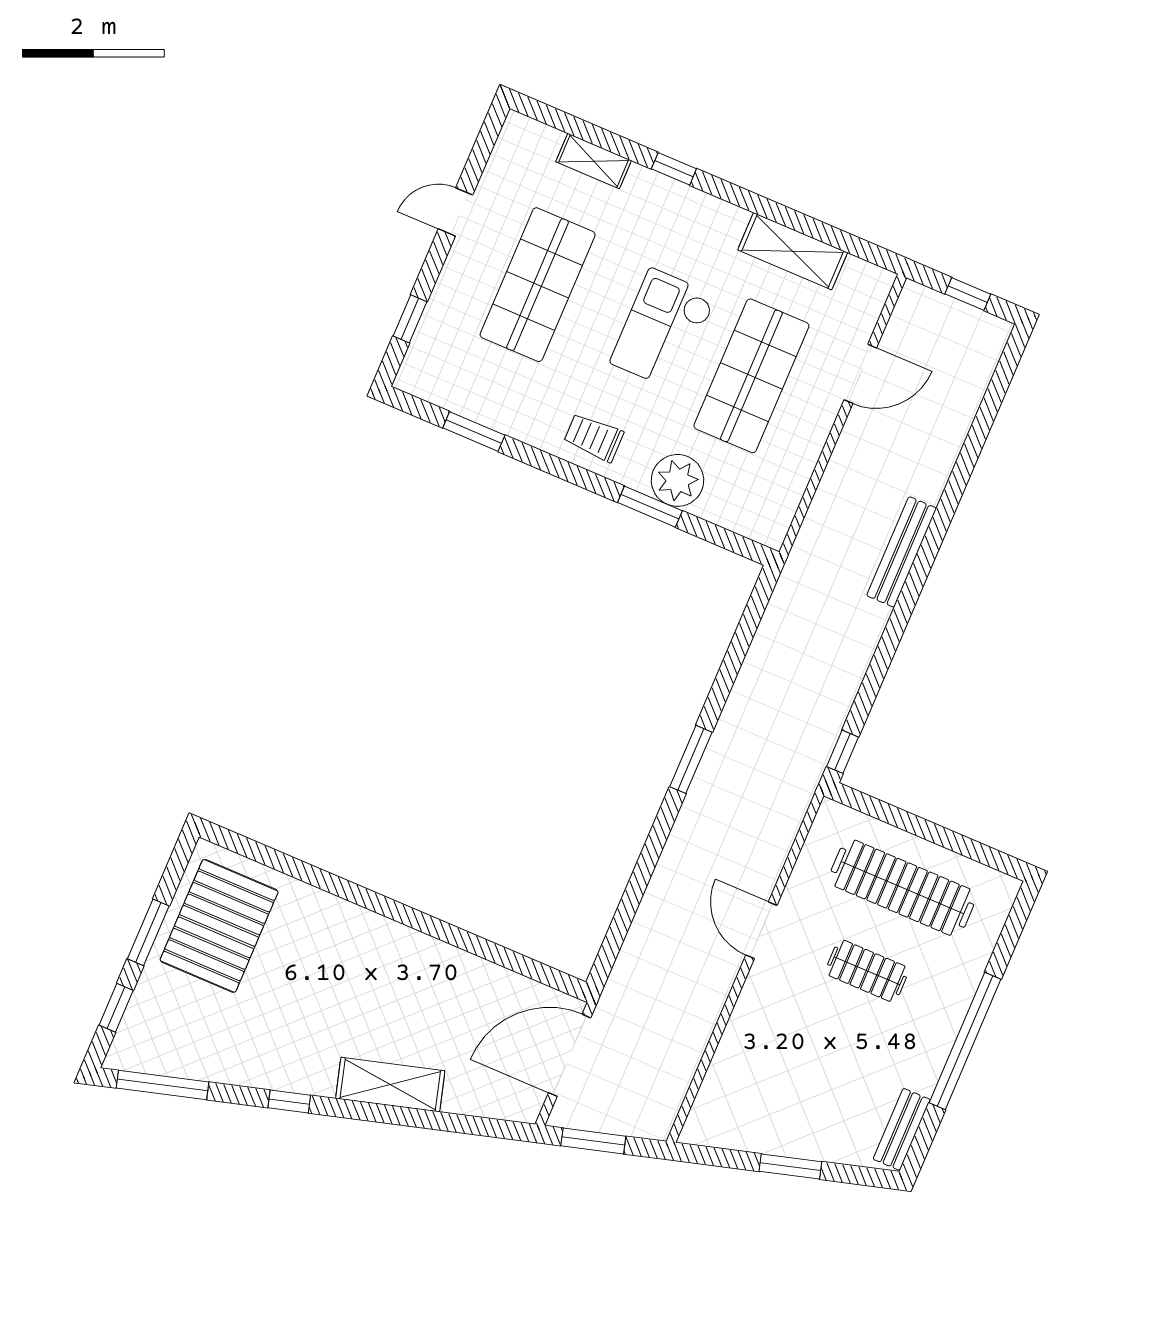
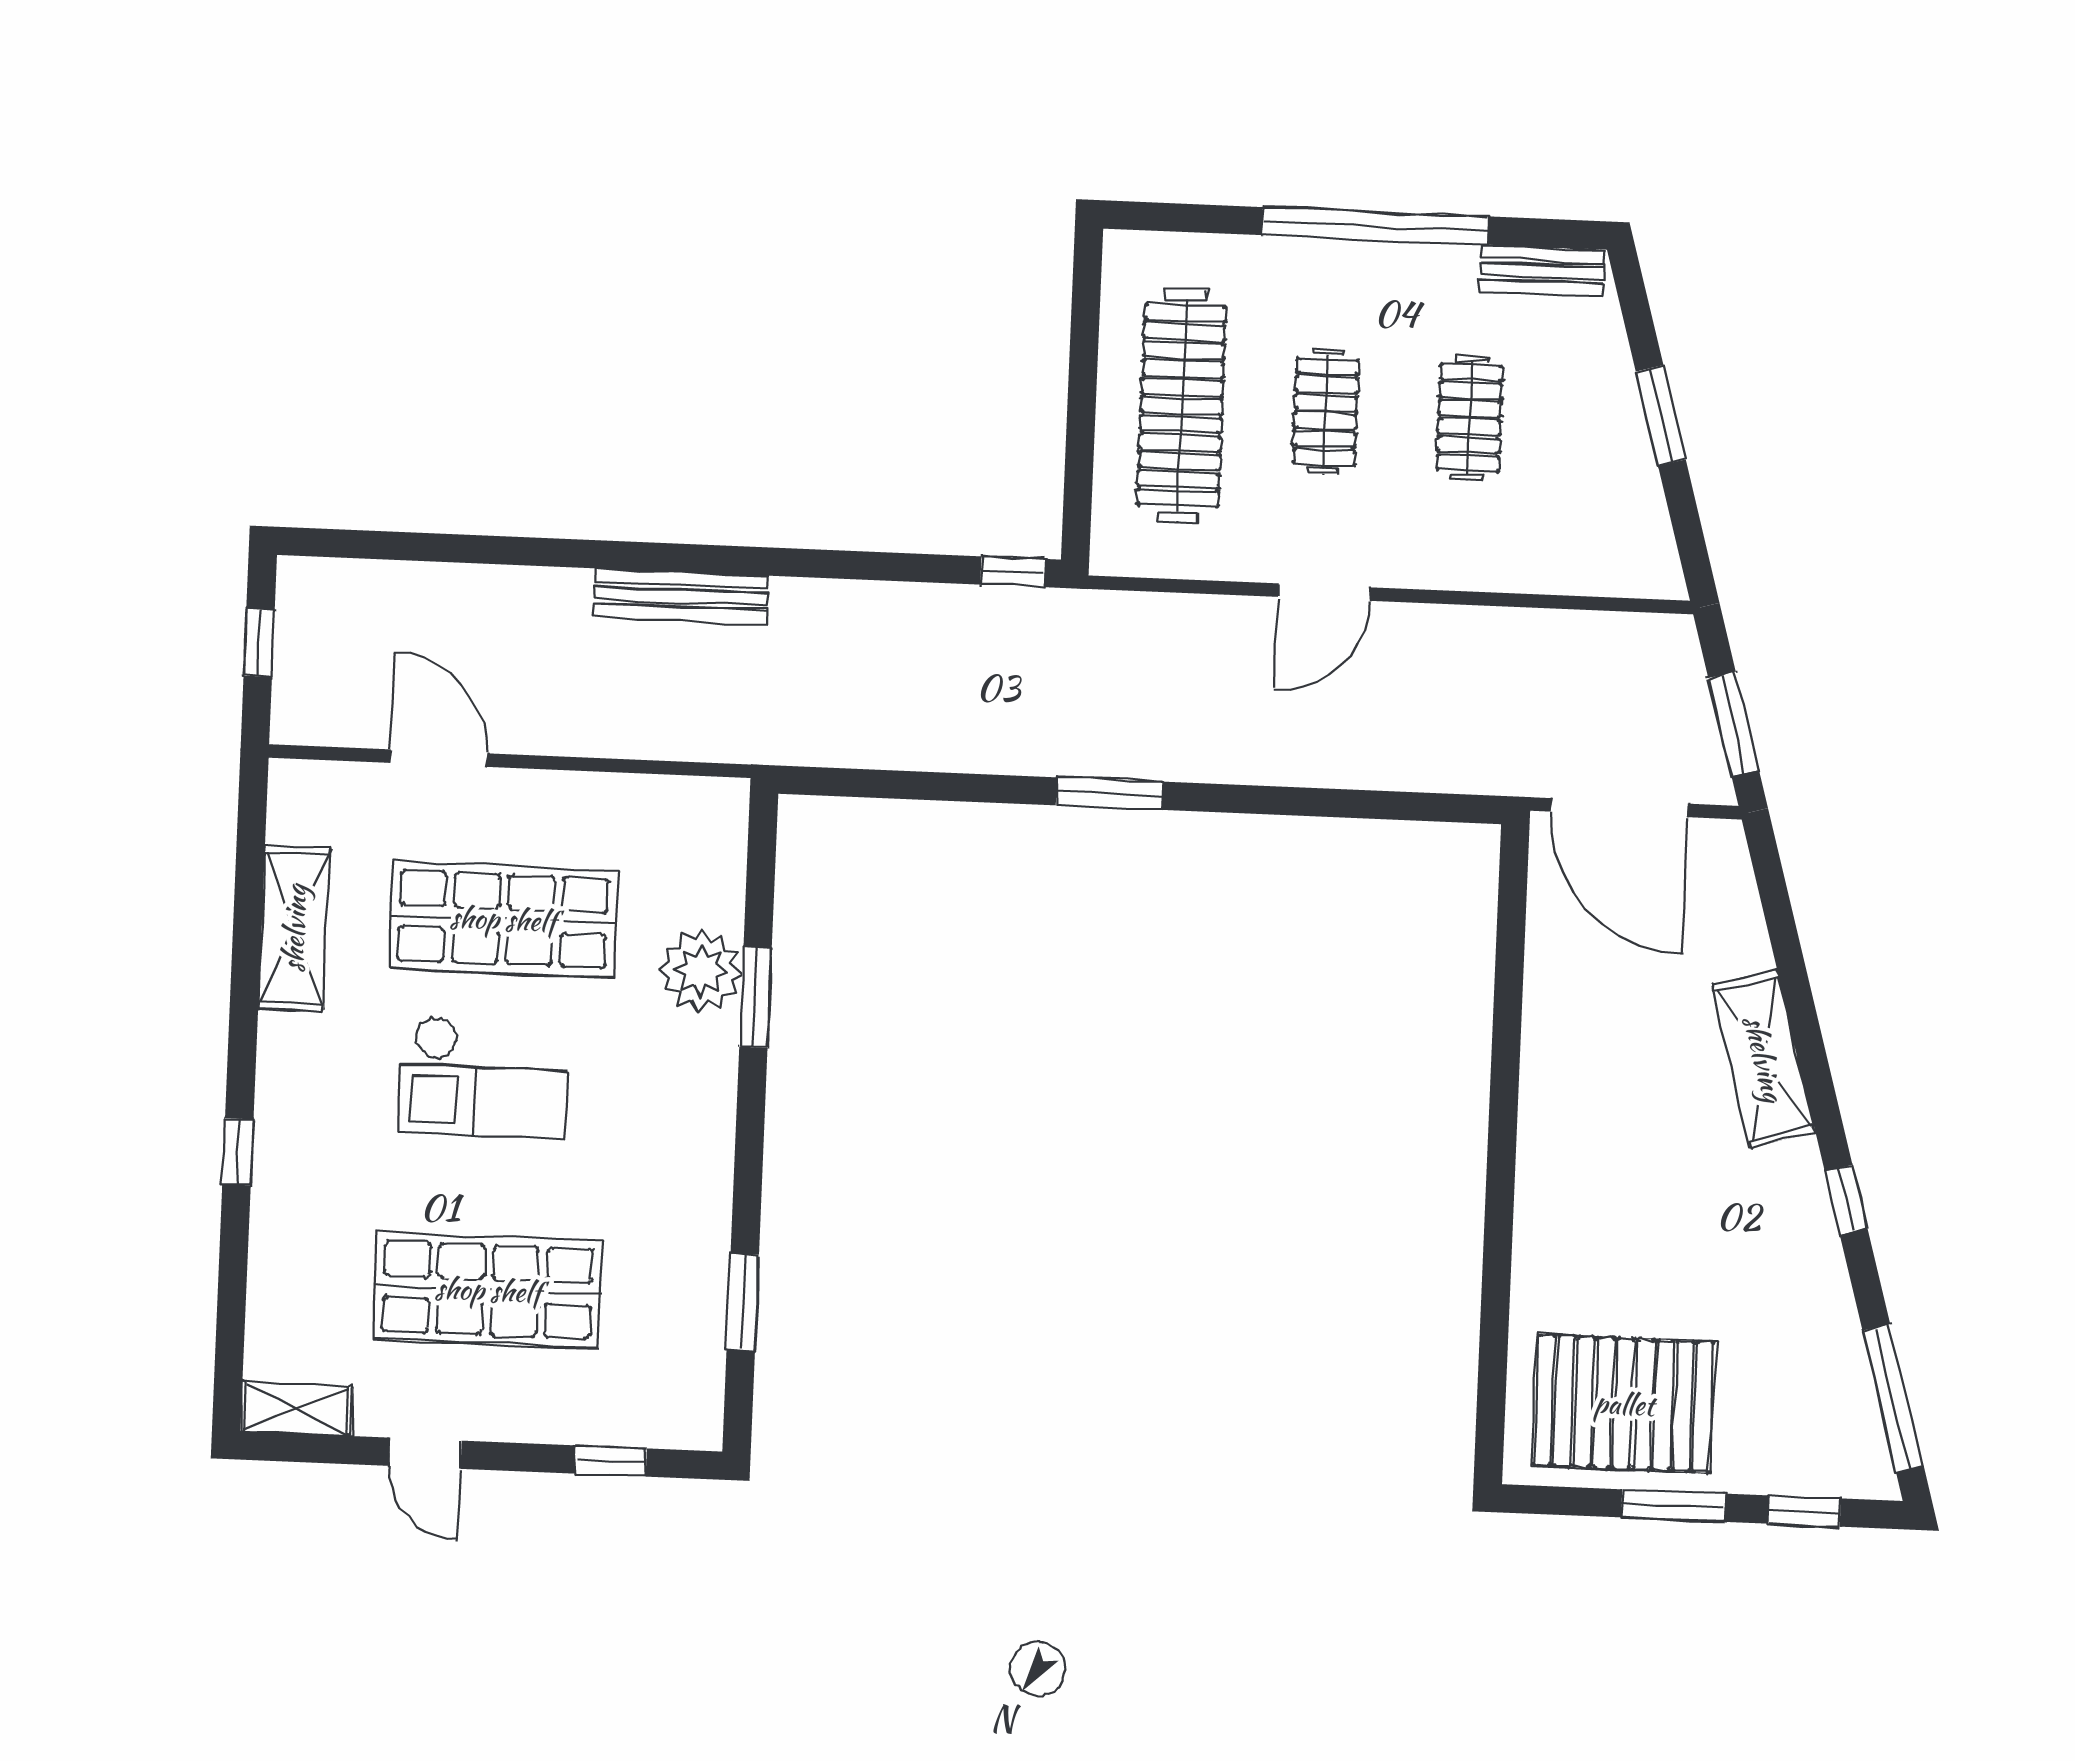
shelving: (594, 161) -> (296, 1409), moved, turned 90
trolley: (594, 437) -> (684, 1120), removed
clothes rail: (832, 1054) -> (1470, 418), added

